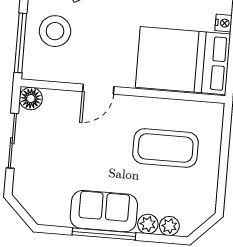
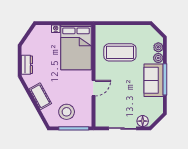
door: (98, 89) -> (93, 88), hinge flipped
floor lamp: (31, 99) -> (143, 121), moved
coffee table: (166, 148) -> (120, 52), turned 90

